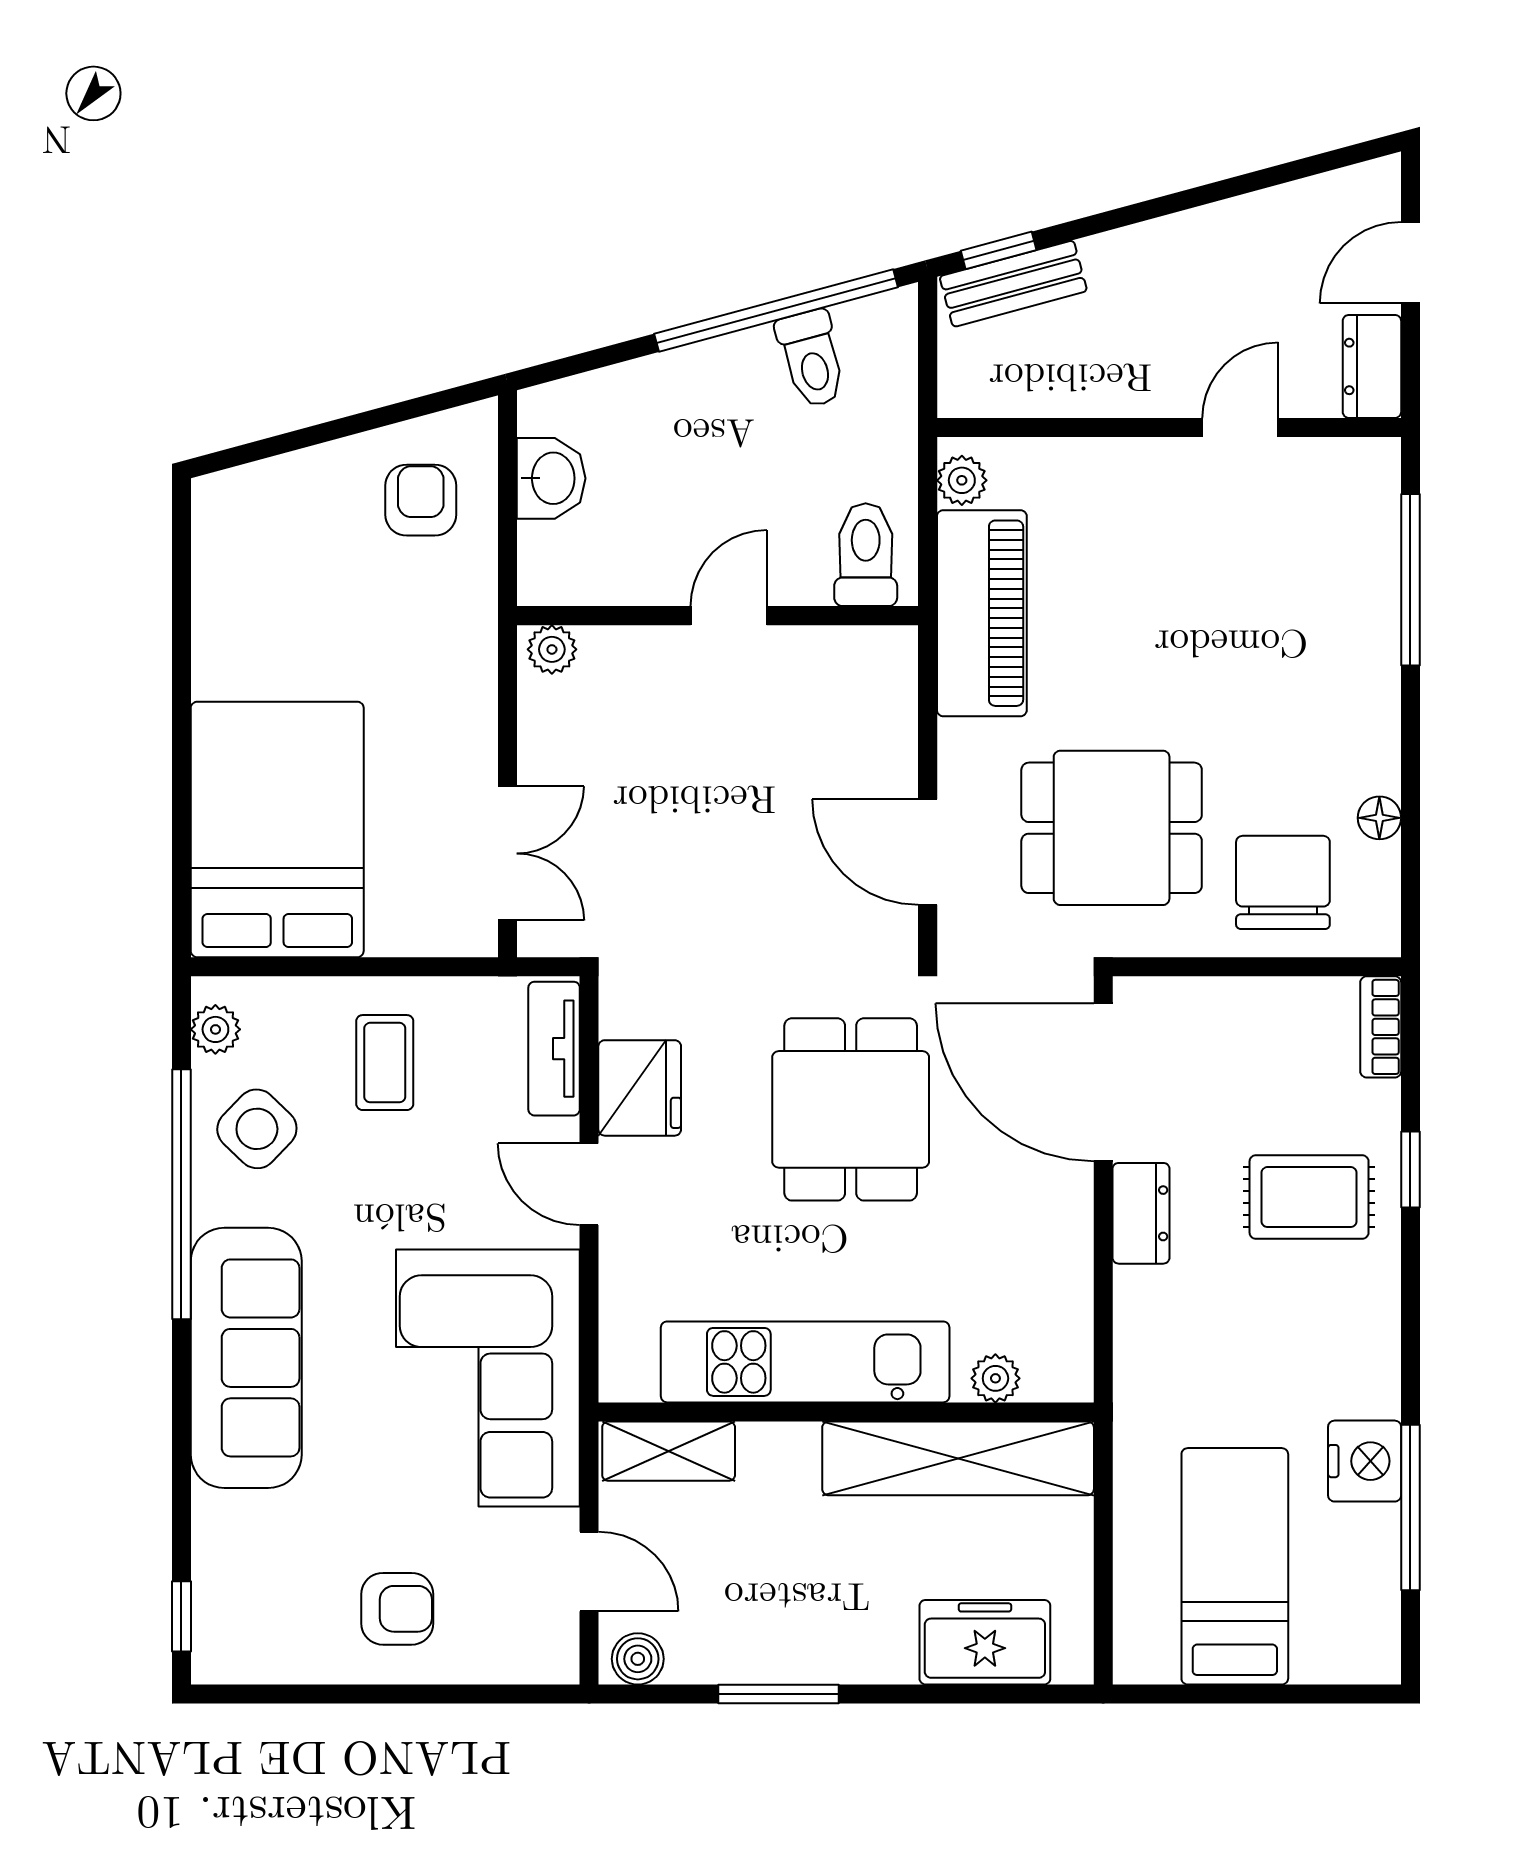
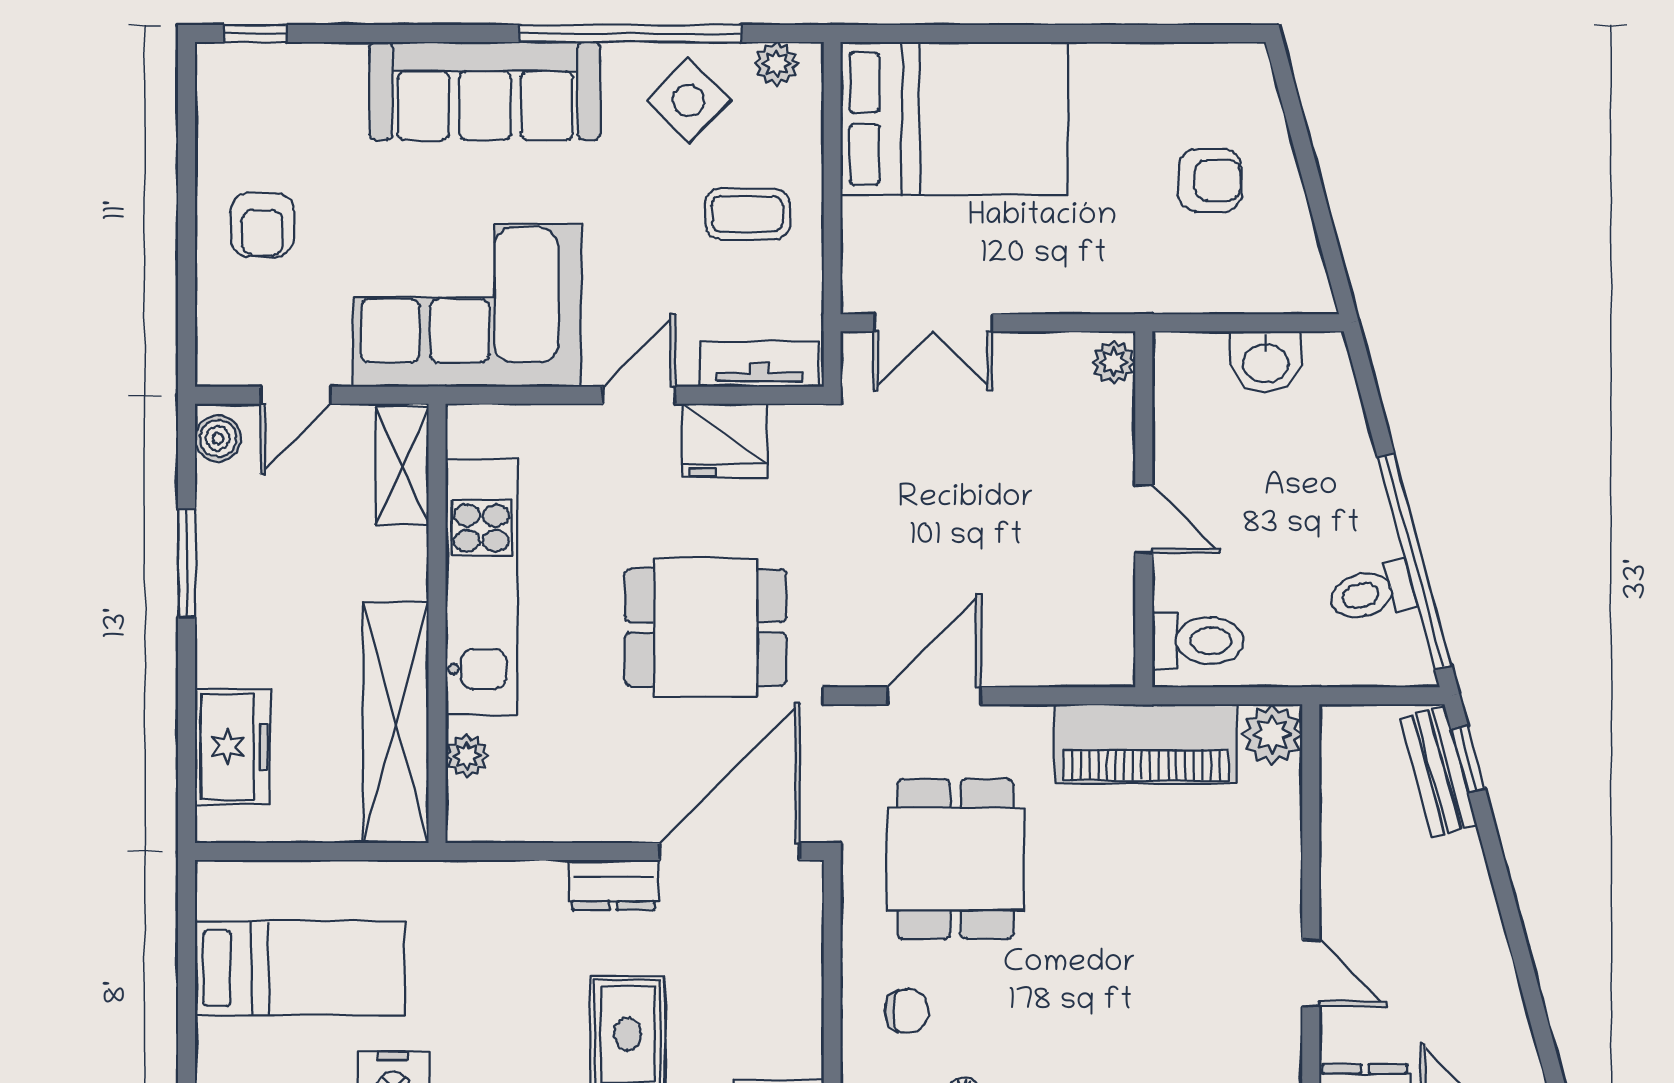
plant: (962, 480) -> (1272, 734), width x1.38, depth x1.38
armchair: (421, 500) -> (1210, 180), moved
chair: (1283, 882) -> (907, 1011), width x0.54, depth x0.54

